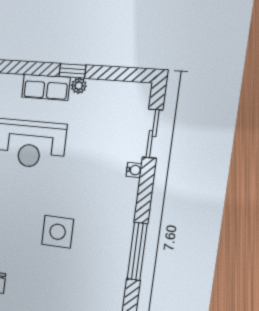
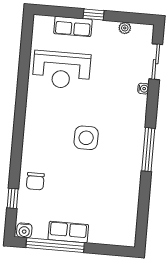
plant: (79, 86) -> (125, 28), moved

